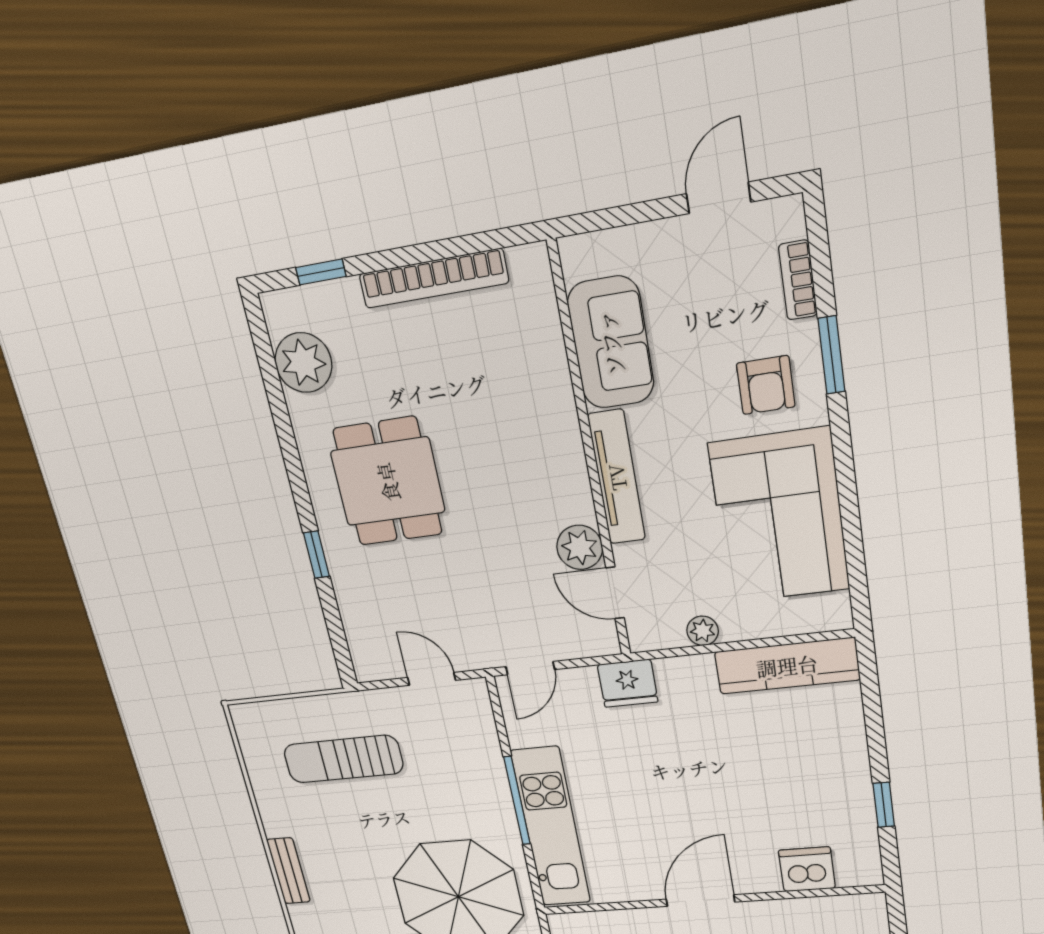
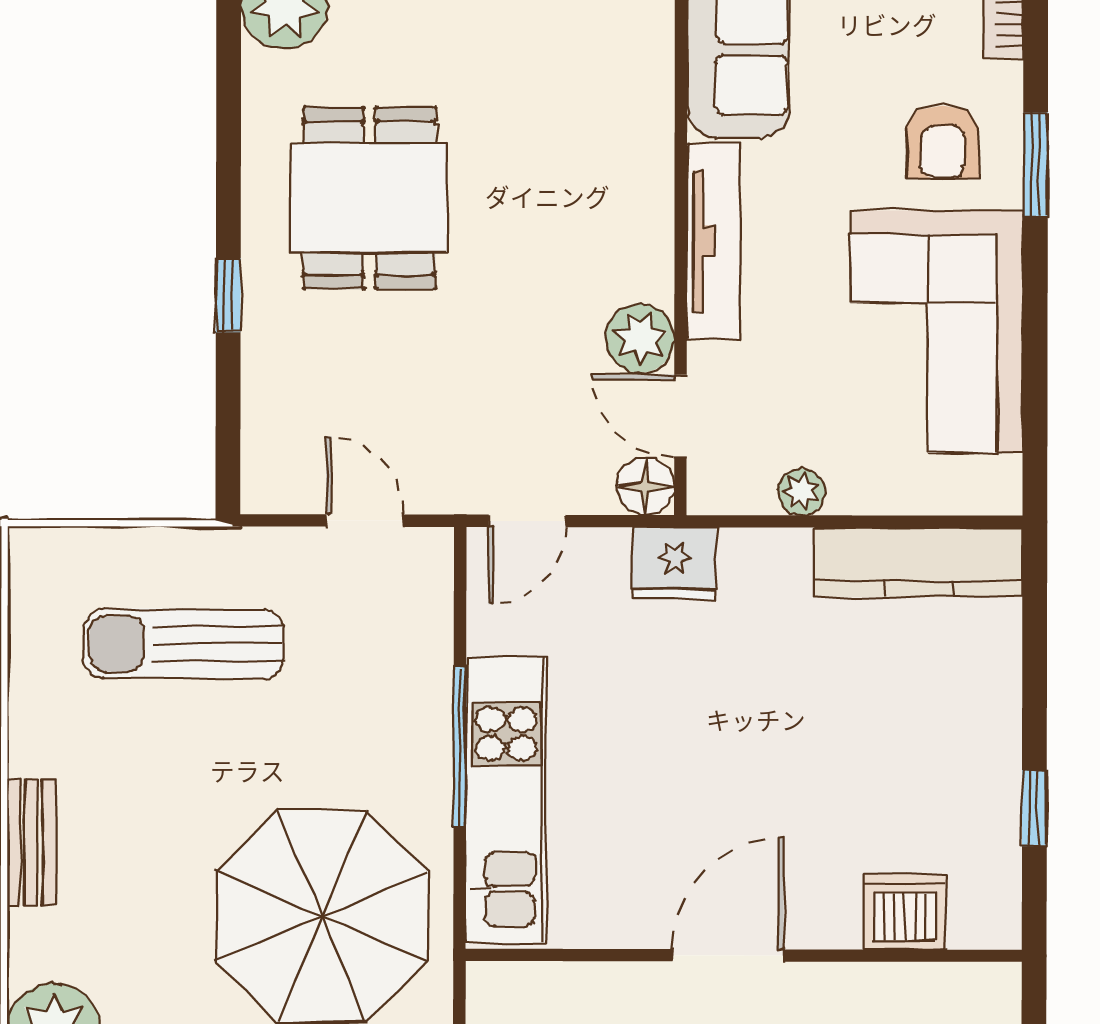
window: (831, 355) -> (1035, 165), moved
floor lamp: (601, 639) -> (645, 486), added

